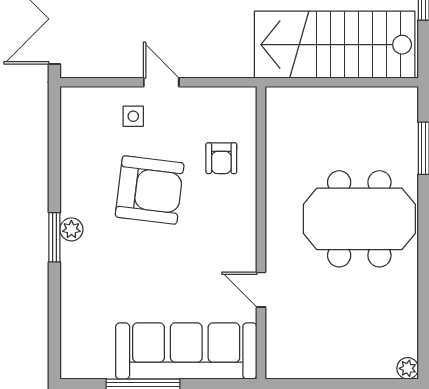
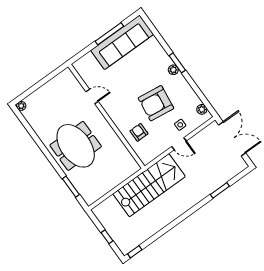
stairs: (335, 45) -> (149, 185), moved
plant: (71, 116) -> (202, 109), added
meeting table: (359, 219) -> (76, 146), turned 90
sofa: (186, 351) -> (122, 42), moved

